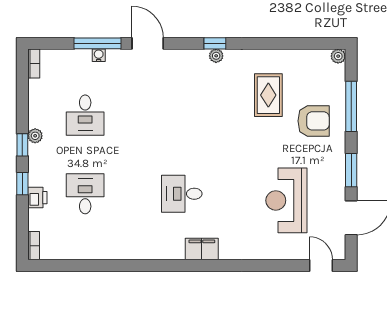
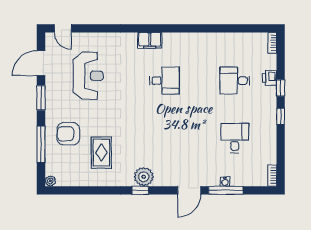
door: (148, 43) -> (189, 190), hinge flipped
plant: (216, 56) -> (144, 177), width x1.88, depth x1.88
plant: (35, 136) -> (271, 123), removed
desk: (85, 194) -> (235, 81), turned 90

